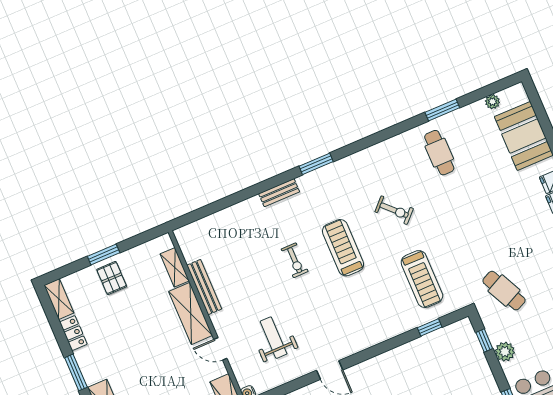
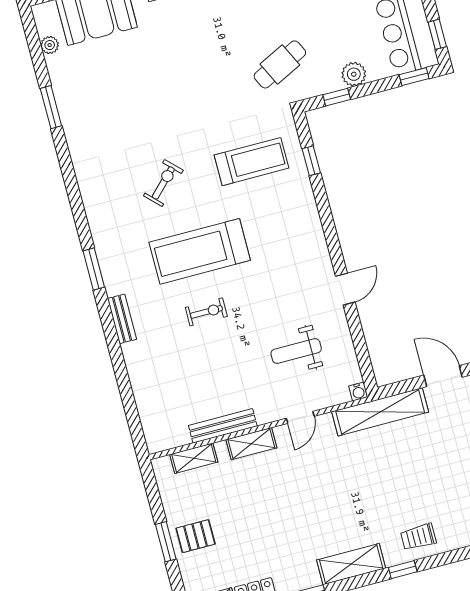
cafe table: (439, 153) -> (102, 118), removed
treadmill: (343, 248) -> (200, 251), width x1.37, depth x1.38
shelving: (191, 313) -> (251, 444), width x0.67, depth x0.75

